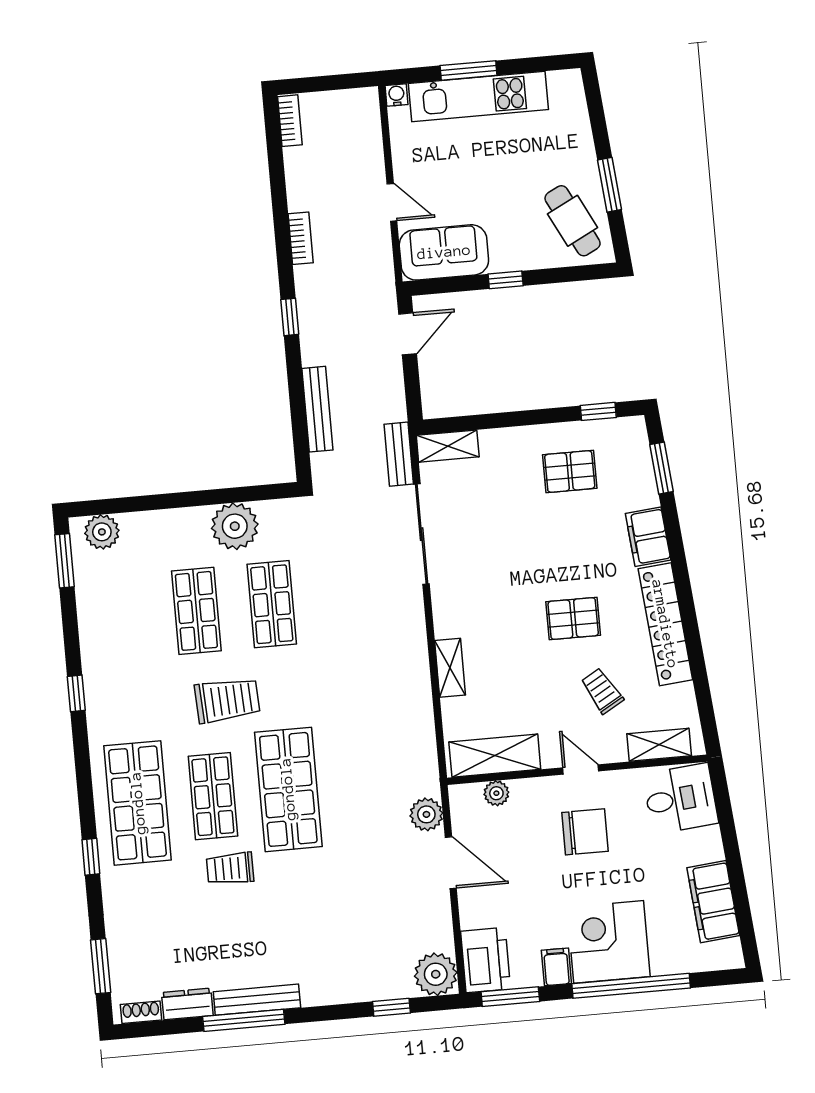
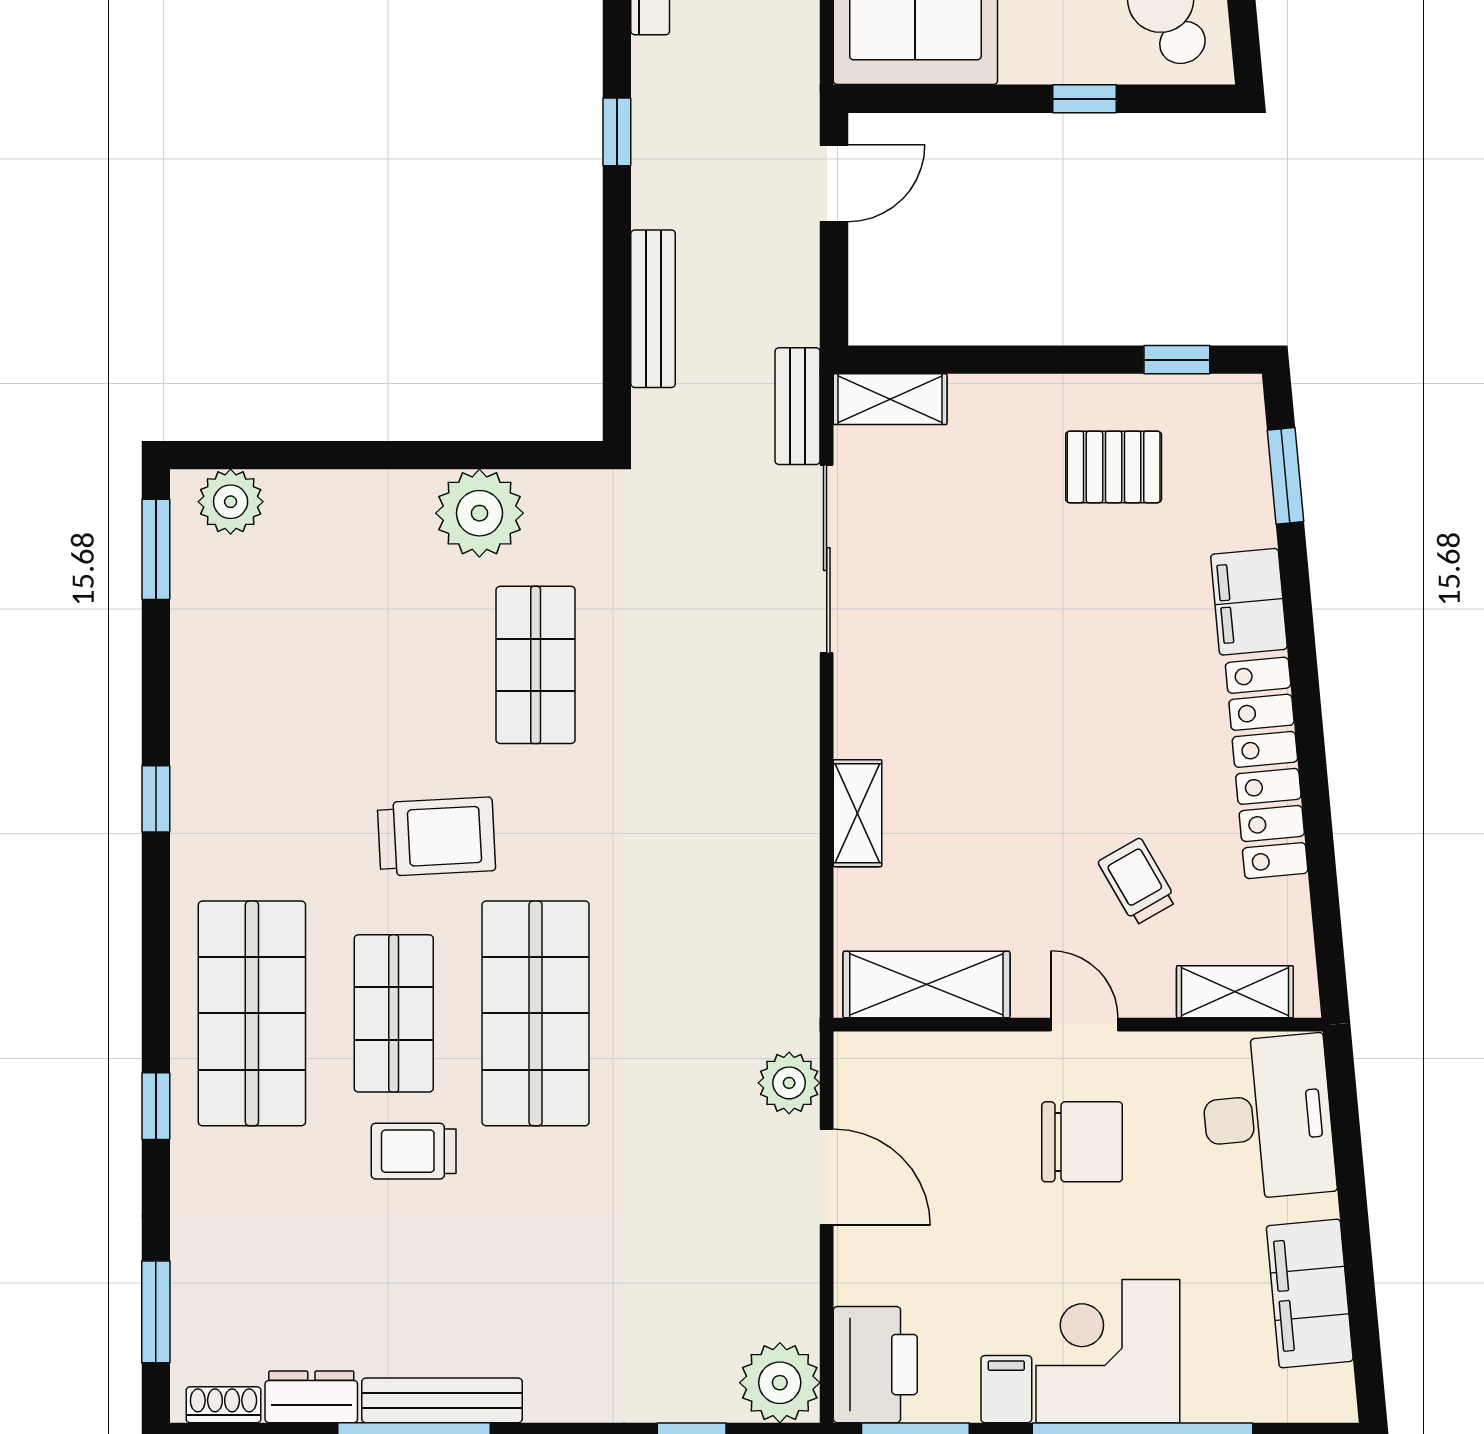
window: (506, 280) -> (1085, 99), moved
shop shelf: (196, 611) -> (394, 665), removed
pallet: (573, 619) -> (1096, 742), removed
plant: (496, 793) -> (923, 1055), removed
desk: (680, 799) -> (1268, 1117), width x1.37

